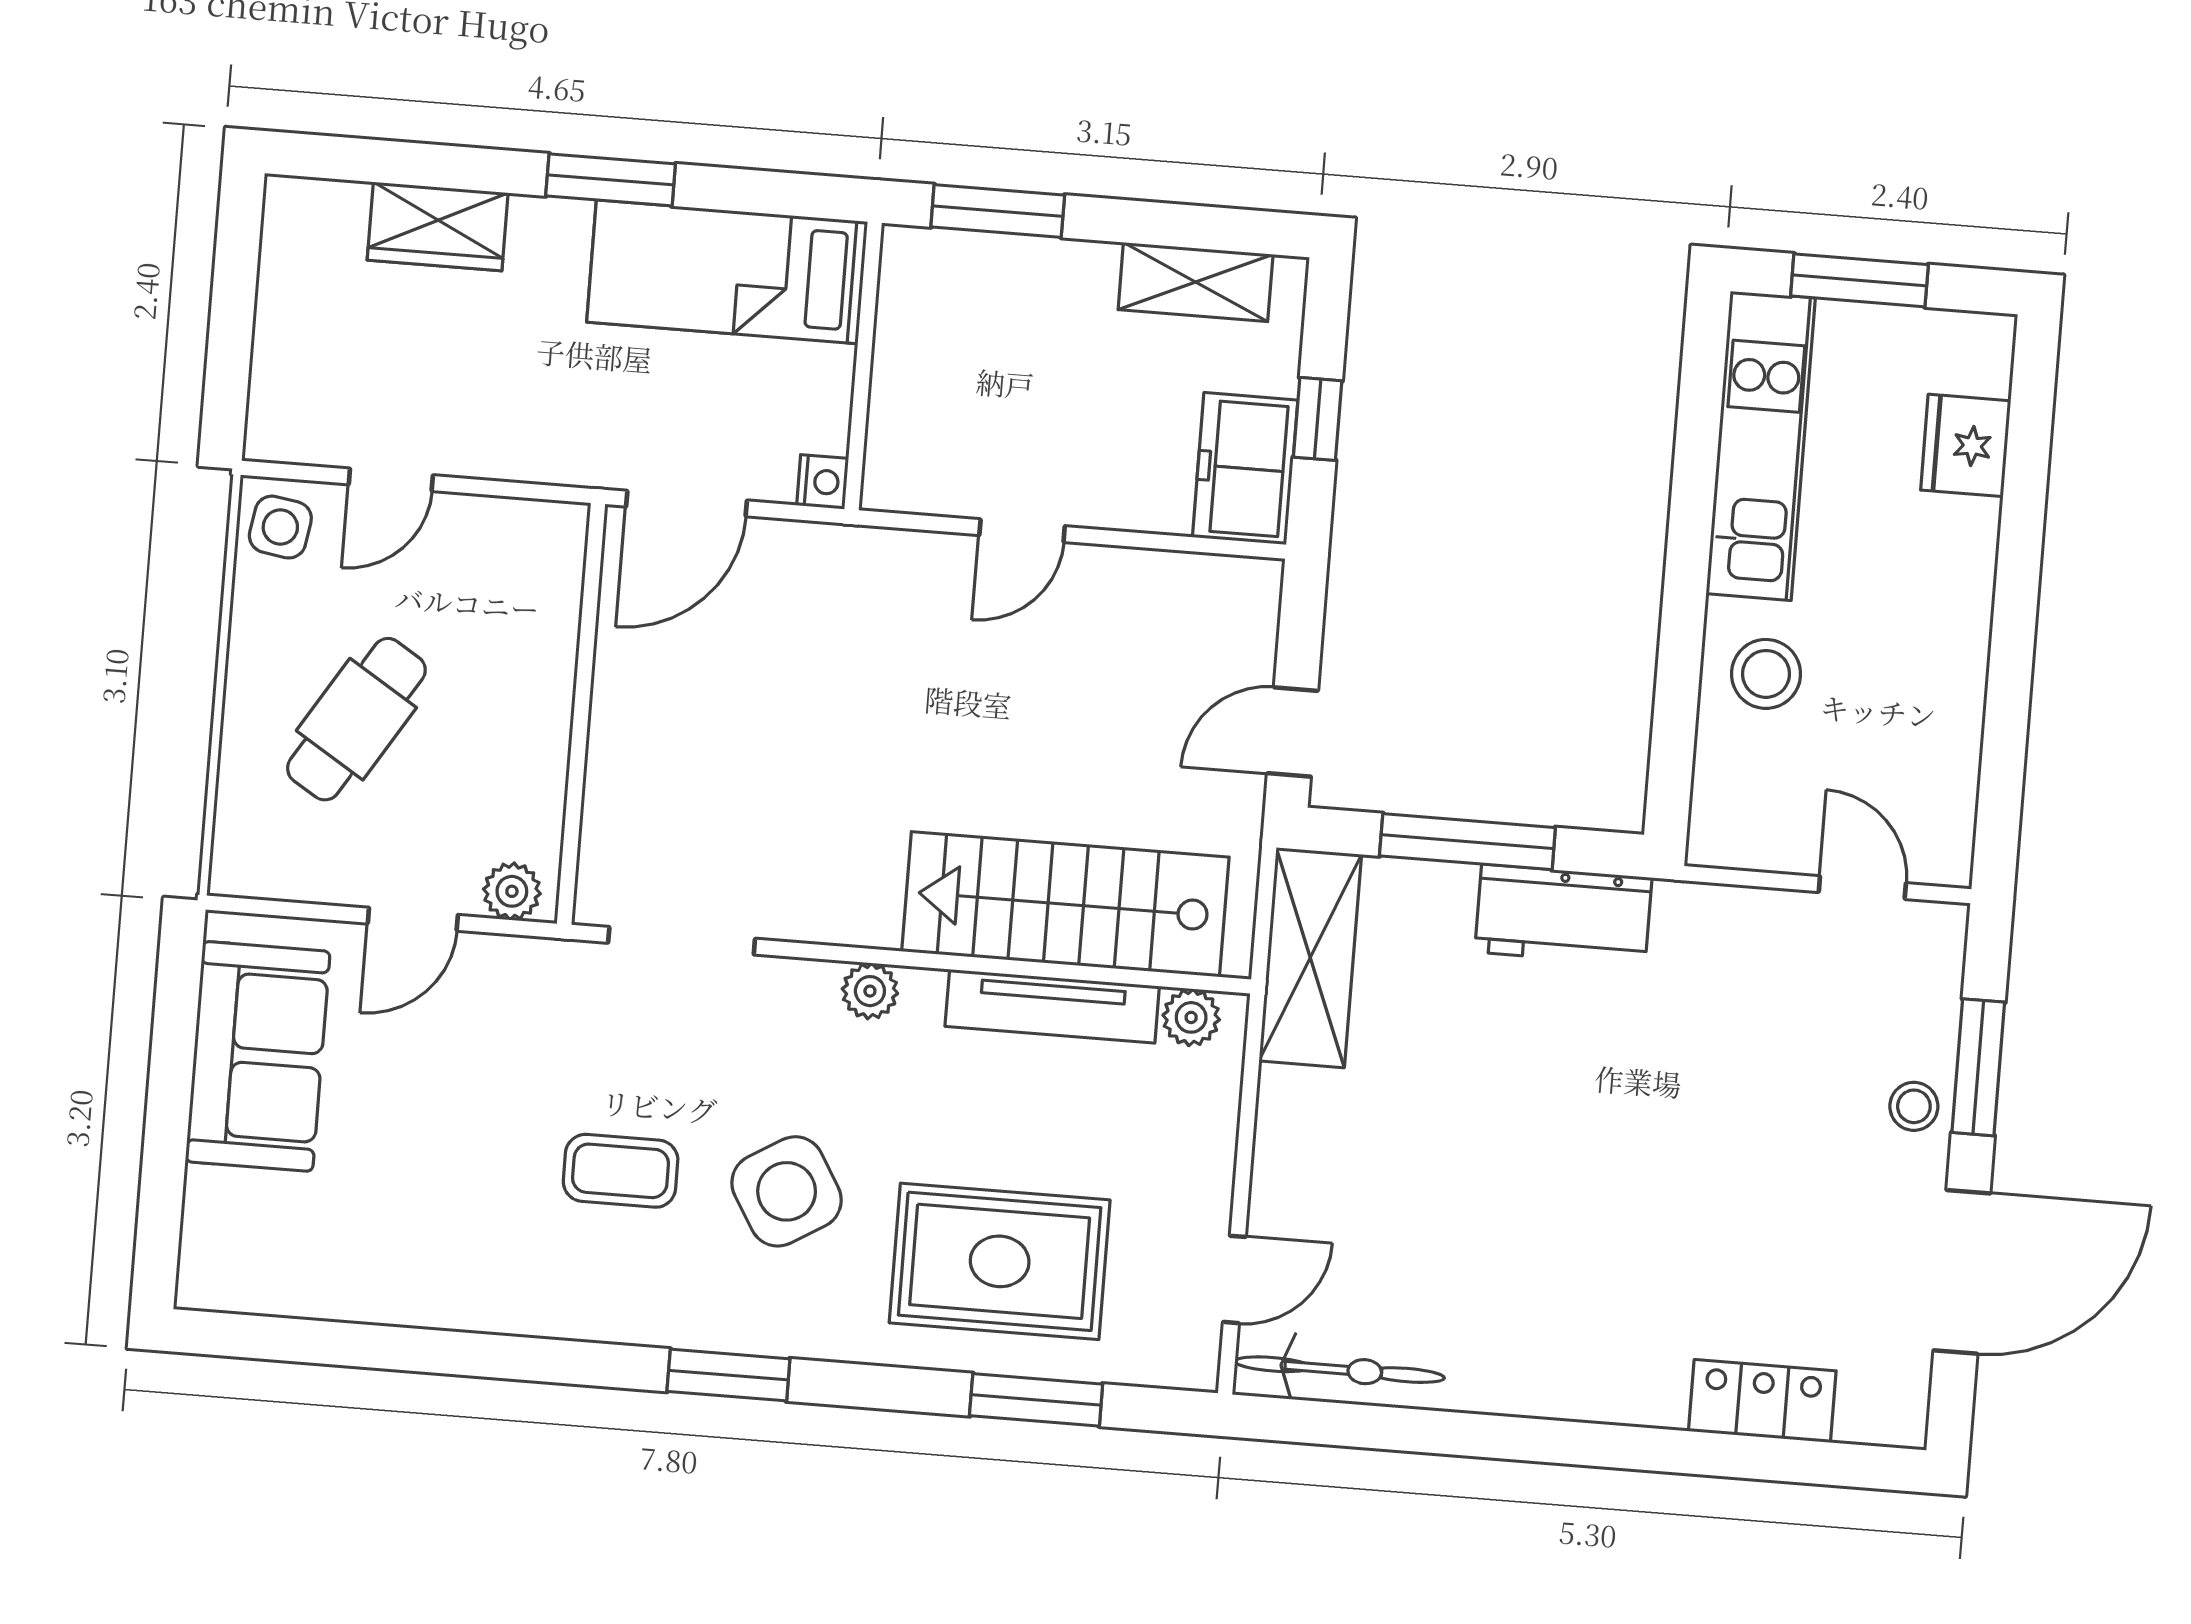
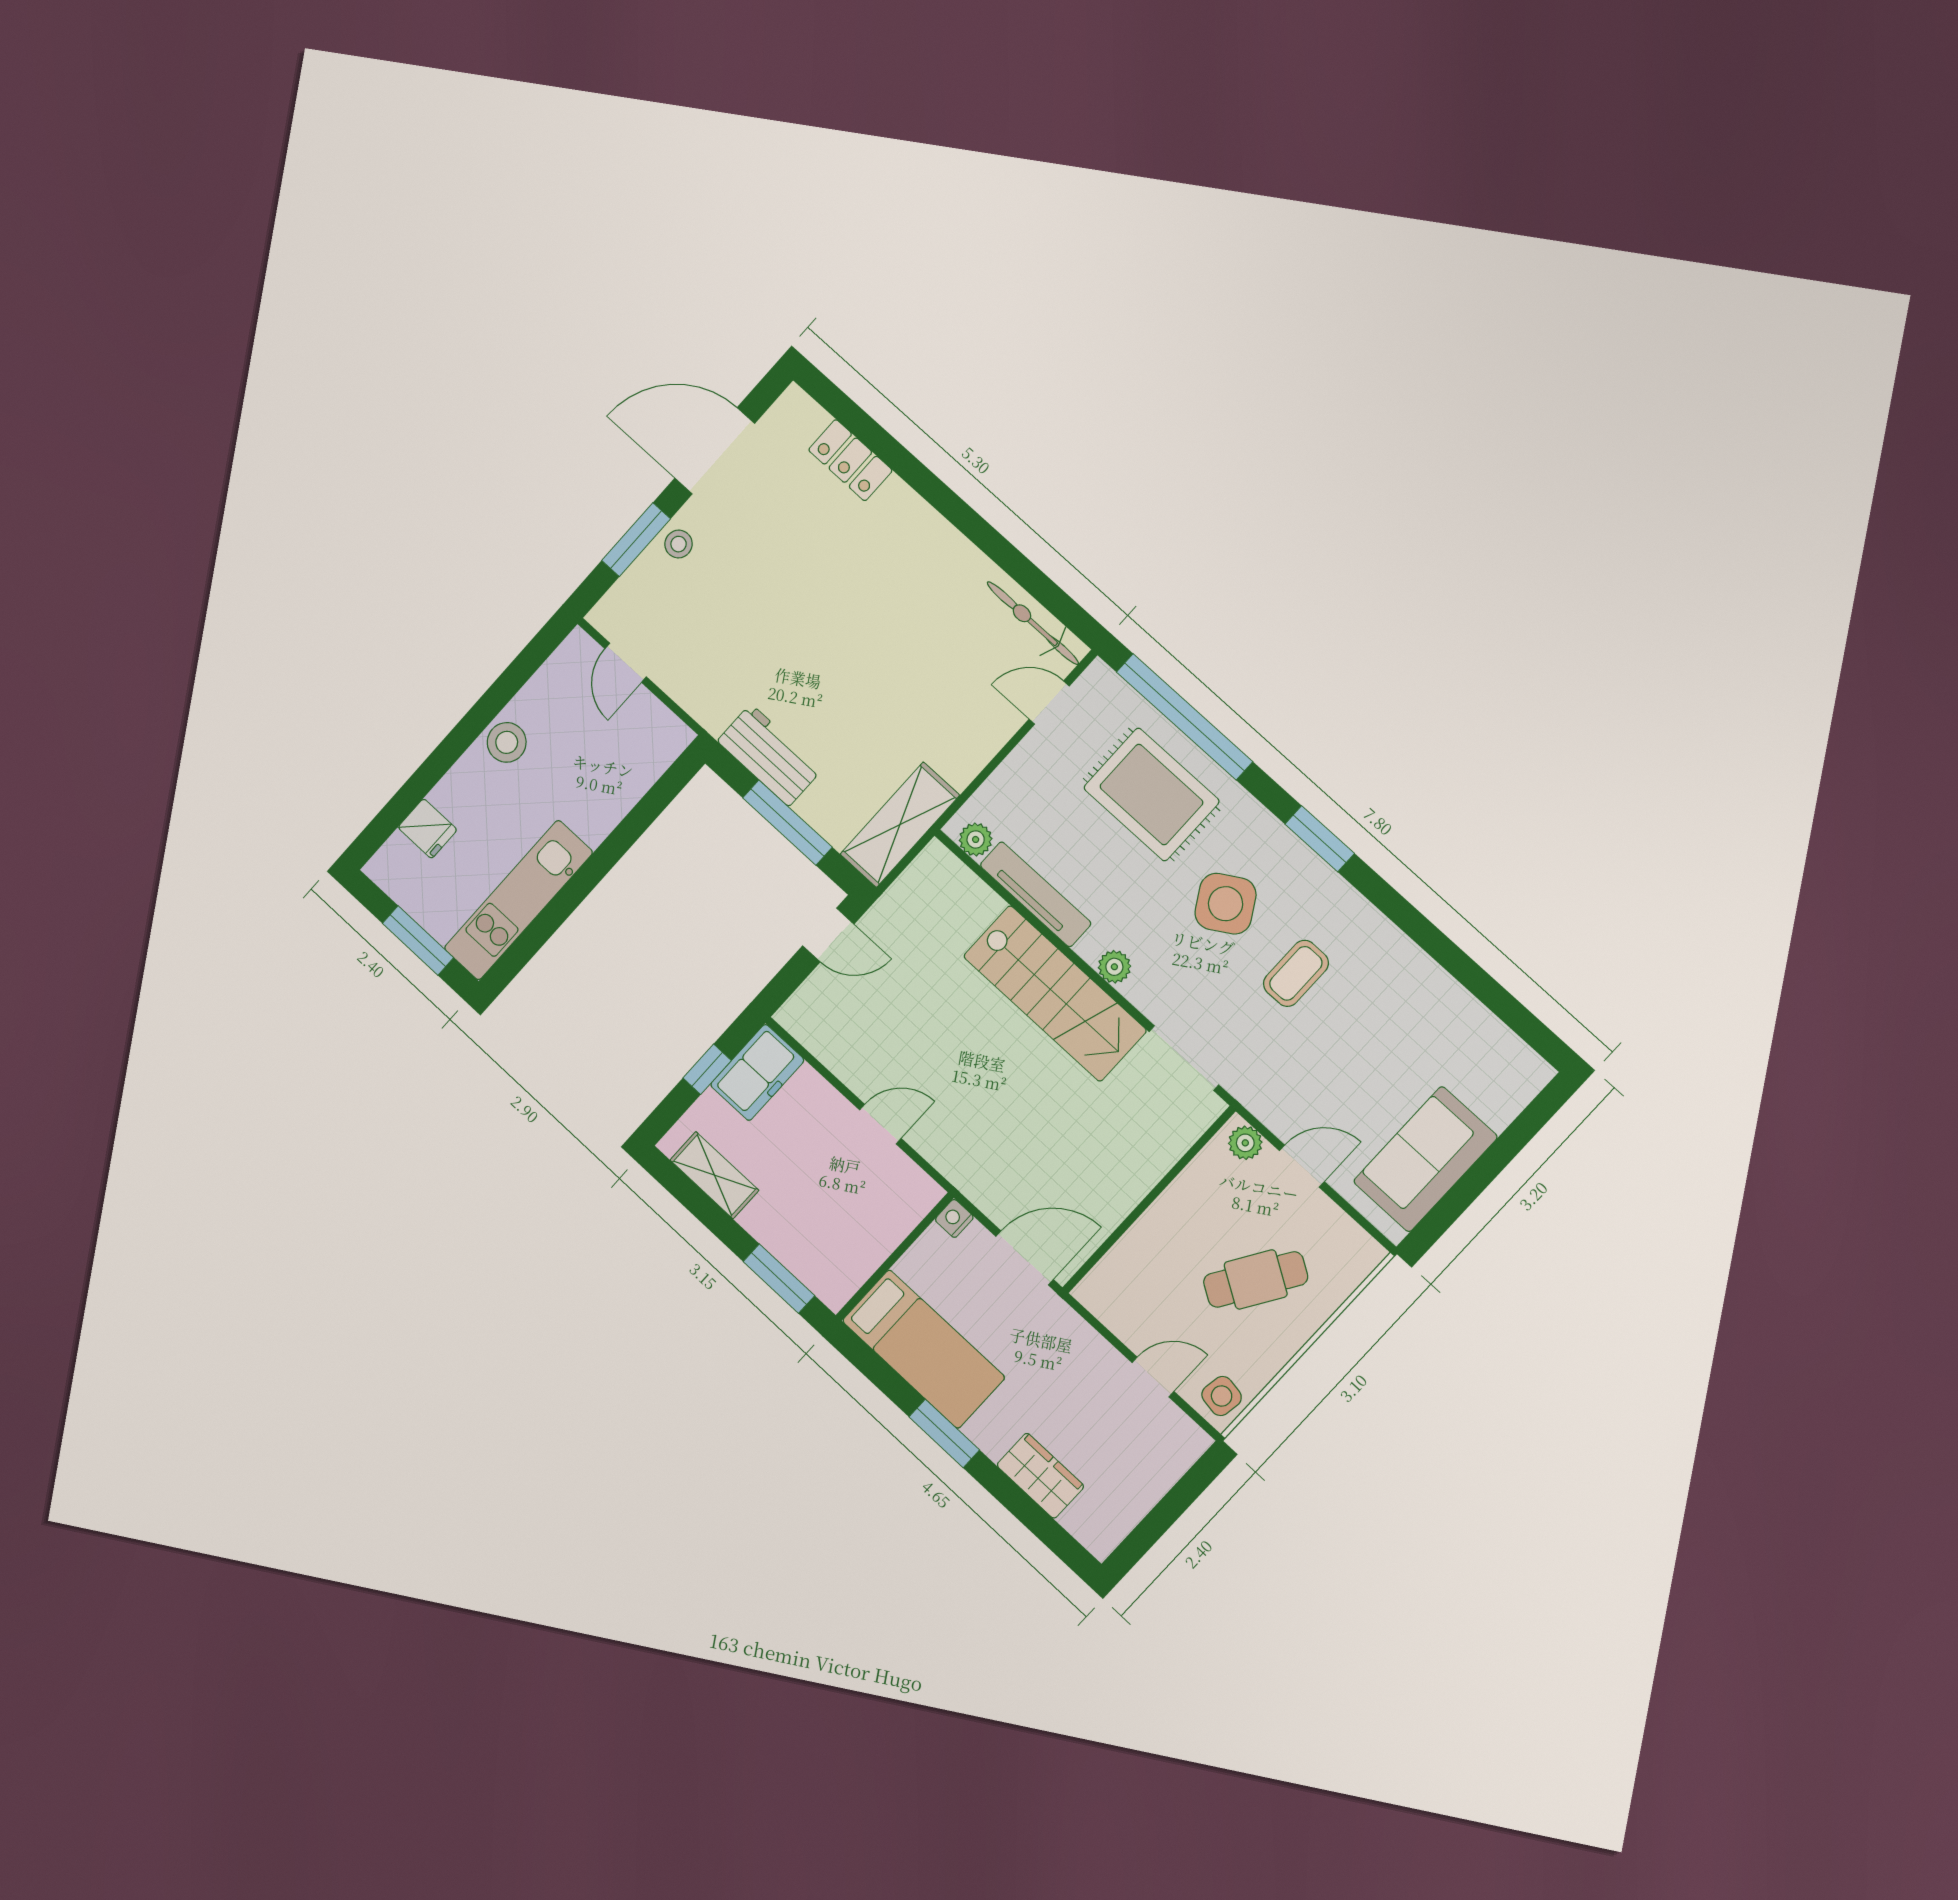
fridge: (1966, 445) -> (428, 829), width x0.72
stool: (1766, 674) -> (507, 742), moved
stairs: (1065, 904) -> (1055, 993), moved
coffee table: (621, 1171) -> (1296, 973), turned 90
window: (1036, 1400) -> (1184, 717), width x2.11

